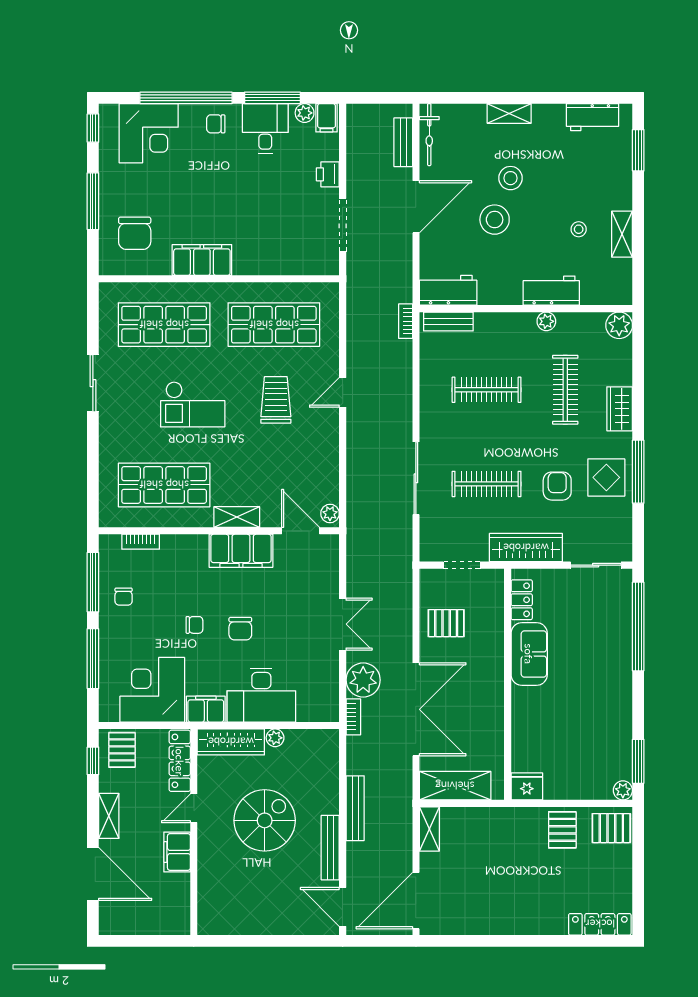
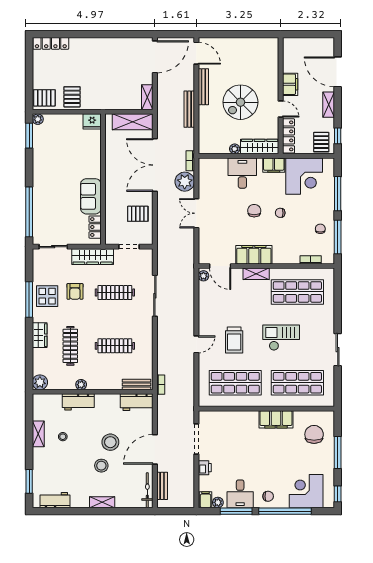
desk: (261, 695) -> (242, 173), width x0.73
door: (194, 808) -> (281, 109), hinge flipped

